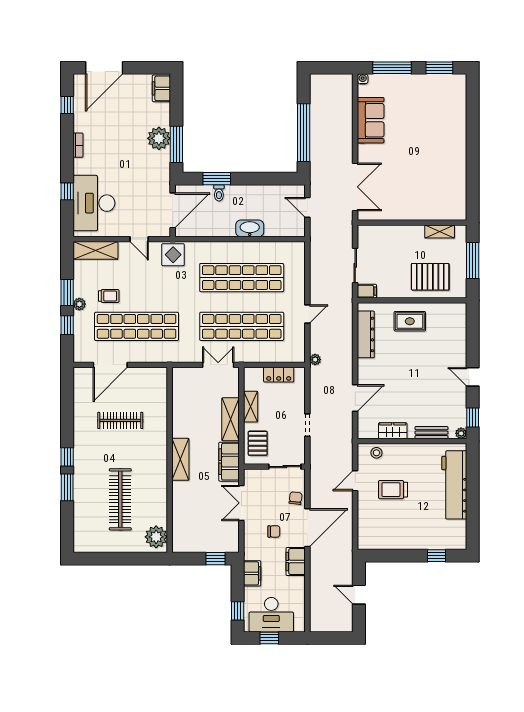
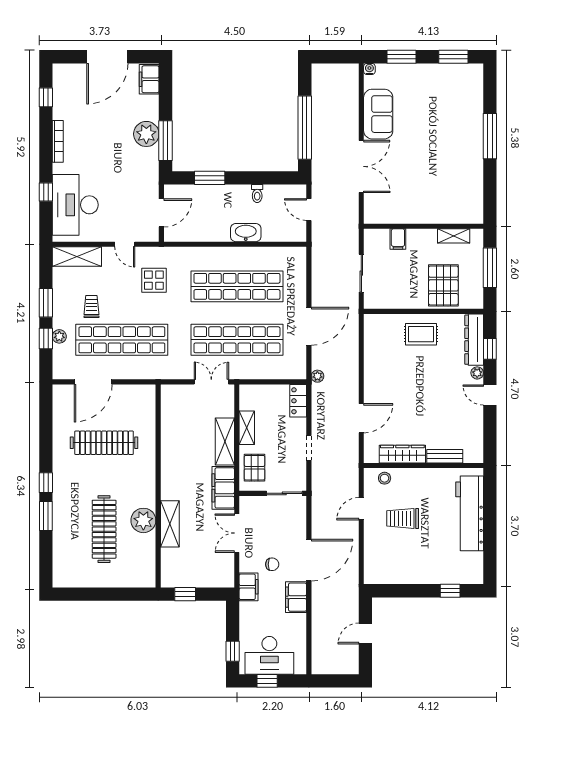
door: (104, 68) -> (107, 57), moved
window: (392, 68) -> (402, 57), width x0.69
window: (473, 140) -> (490, 136), added
bookcase: (78, 145) -> (58, 141), width x1.56
double door: (355, 187) -> (361, 166), moved
toilet: (219, 193) -> (257, 194), moved
door: (173, 210) -> (161, 213), width x0.73
display table: (173, 255) -> (154, 280), moved
pallet: (430, 277) -> (443, 285), turned 90
filing cabinet: (367, 291) -> (398, 239), moved, turned 90
trolley: (109, 296) -> (91, 307), turned -90
plant: (79, 304) -> (59, 336), moved
door: (307, 314) -> (309, 326), width x1.88
dresser: (366, 334) -> (474, 340), moved, turned 180
locker: (279, 375) -> (298, 401), moved, turned 90
window: (473, 417) -> (490, 349), moved
clothes rail: (120, 420) -> (104, 443), width x1.37, depth x1.31
wardrobe: (393, 431) -> (402, 454), width x1.50
plant: (461, 433) -> (477, 373), moved
shelving: (180, 459) -> (170, 524), moved
chair: (296, 498) -> (296, 528), removed
plant: (156, 537) -> (143, 520), moved
window: (216, 559) -> (185, 594), moved
filing cabinet: (252, 573) -> (249, 587), moved
door: (359, 595) -> (365, 634), hinge flipped

